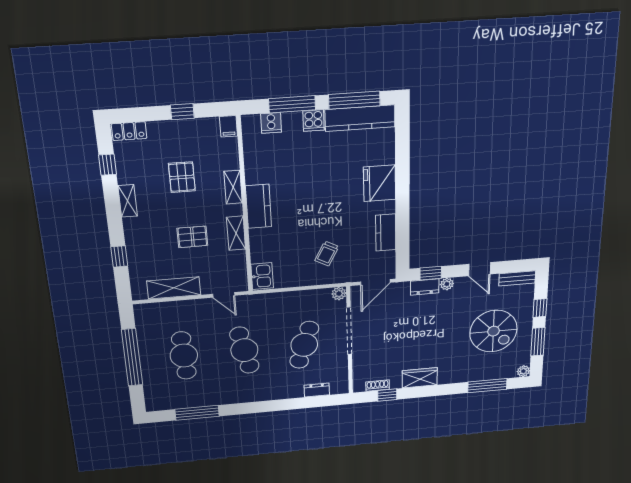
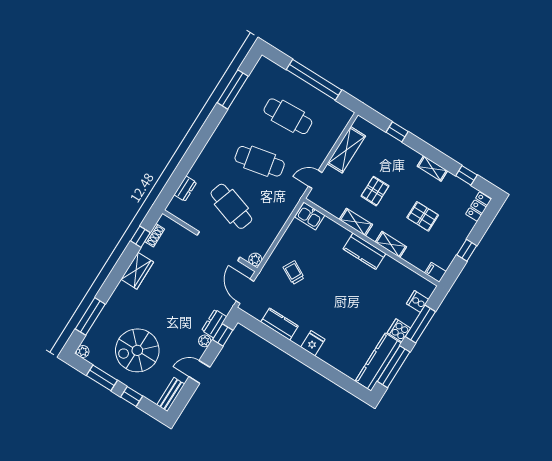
fridge: (380, 183) -> (313, 343), width x0.53, depth x0.75

